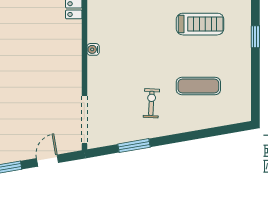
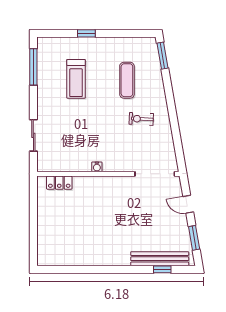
treadmill: (200, 24) -> (76, 79), turned 180
window: (134, 146) -> (162, 56), moved

